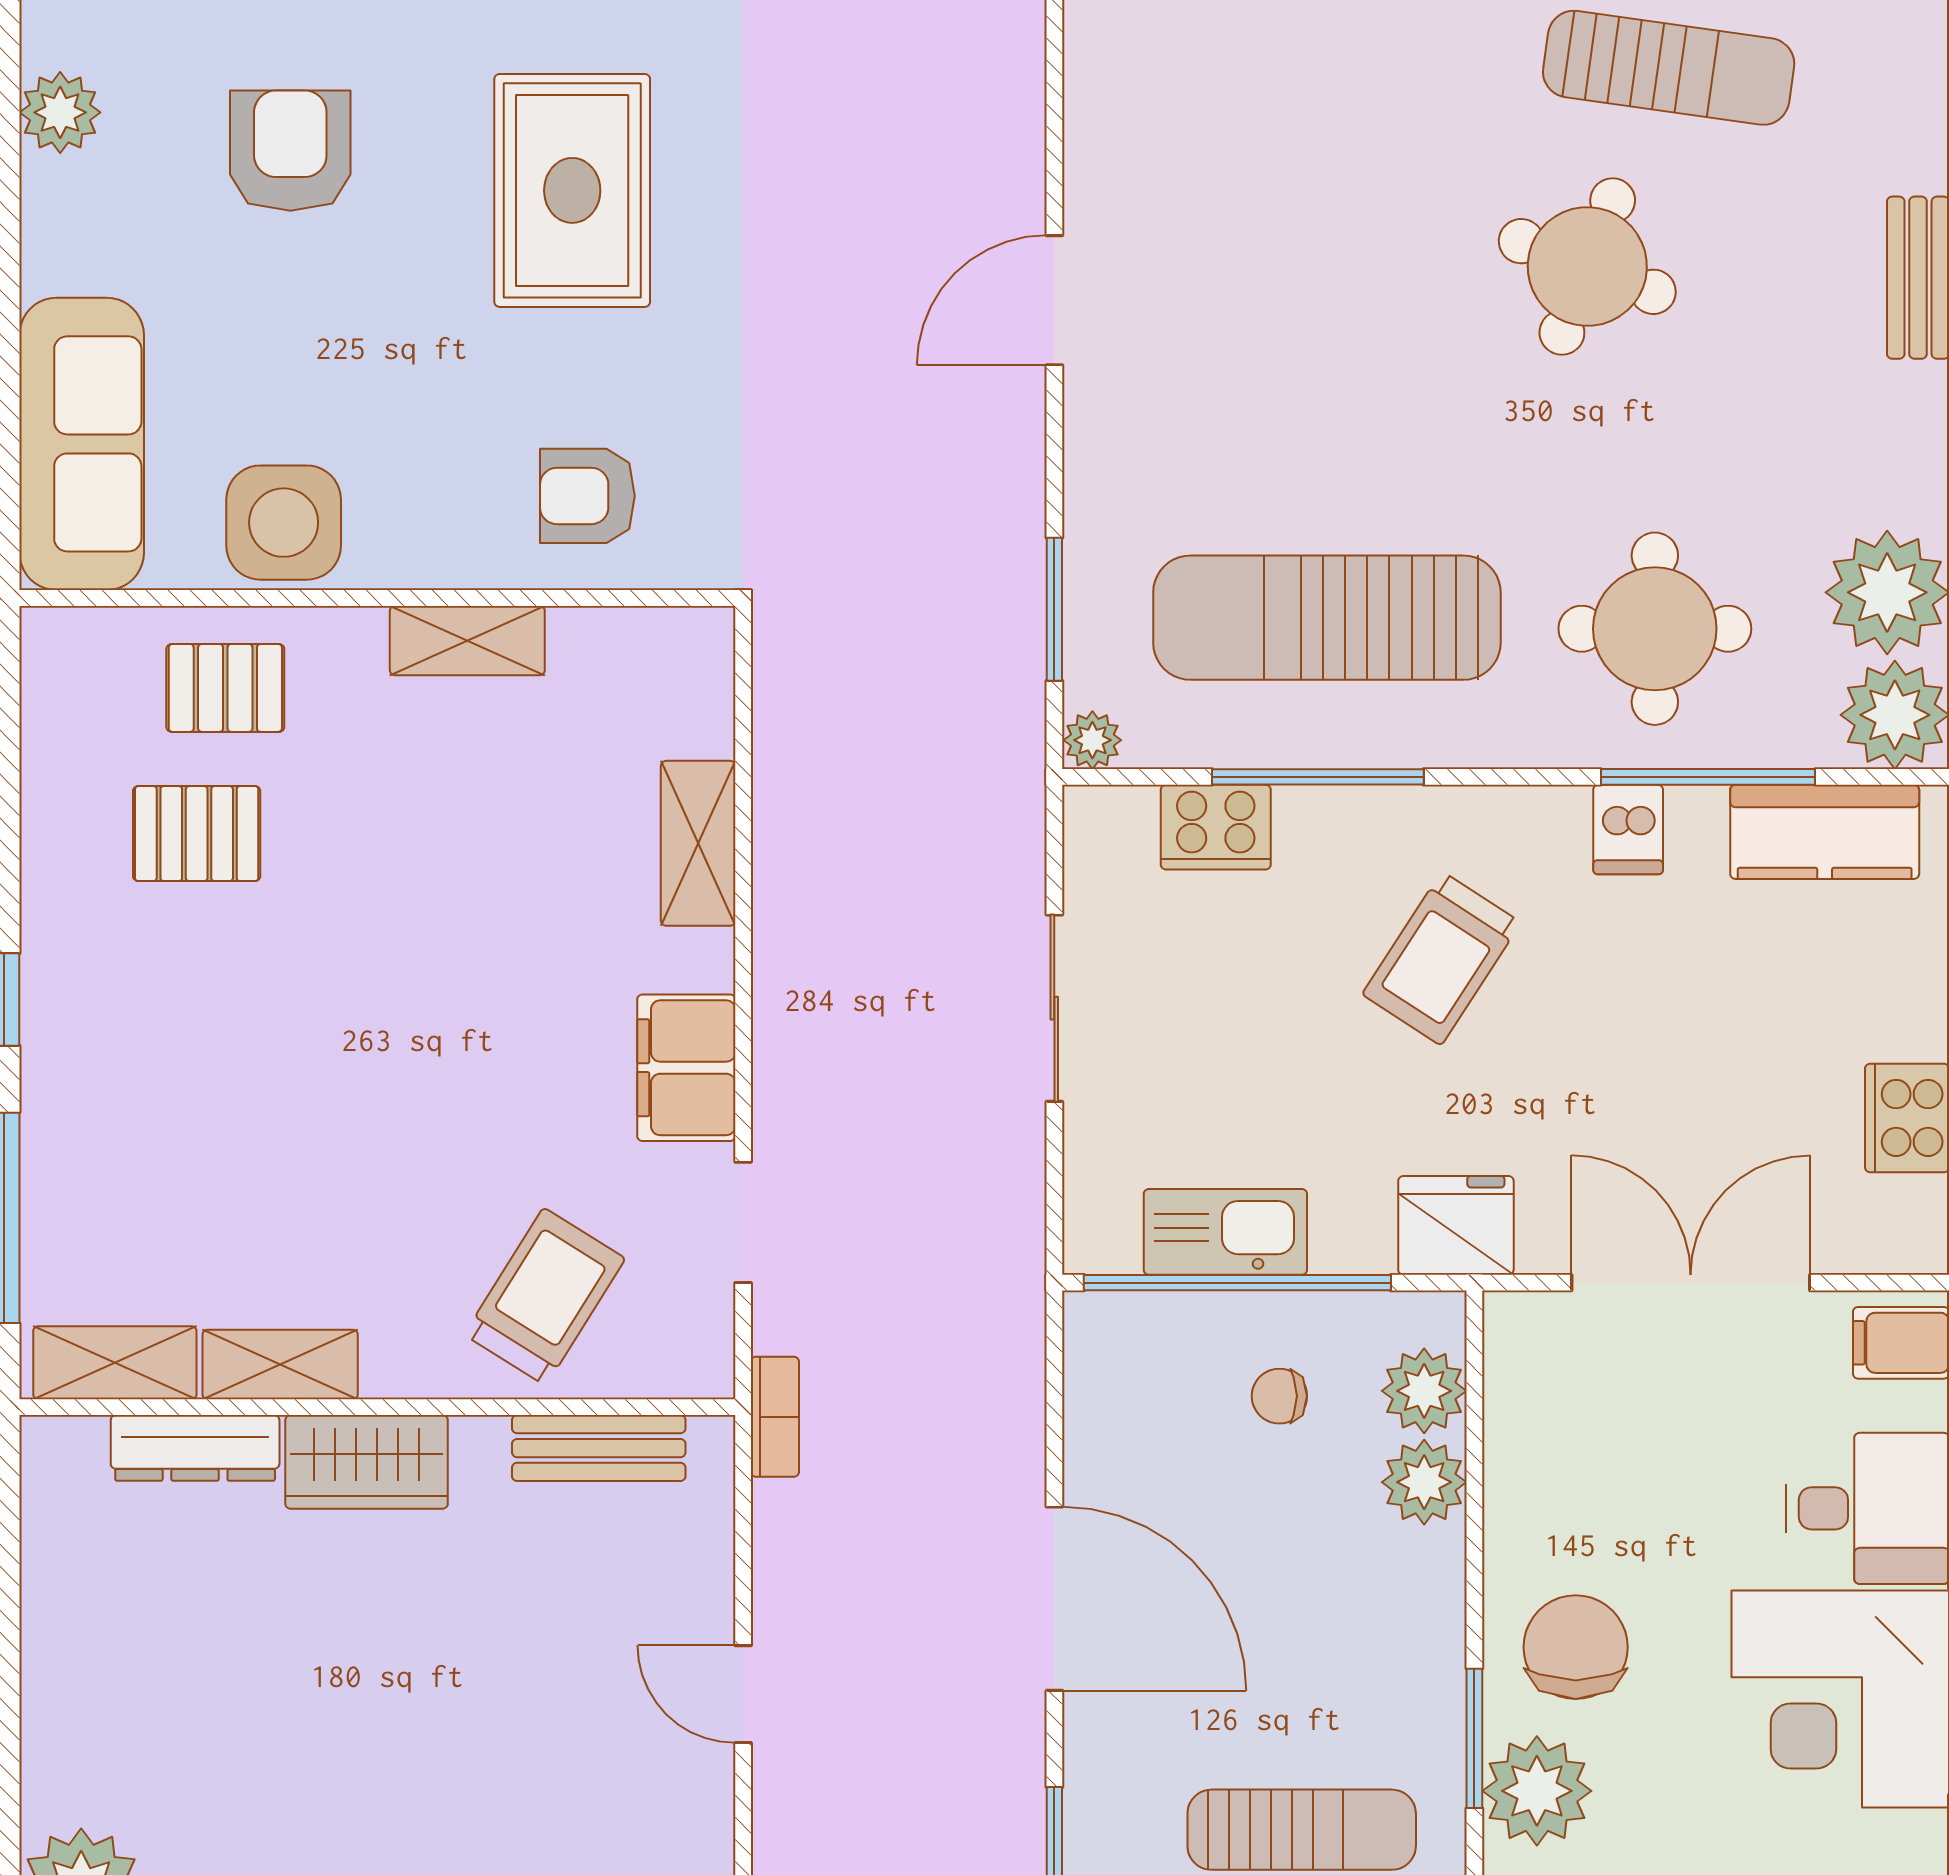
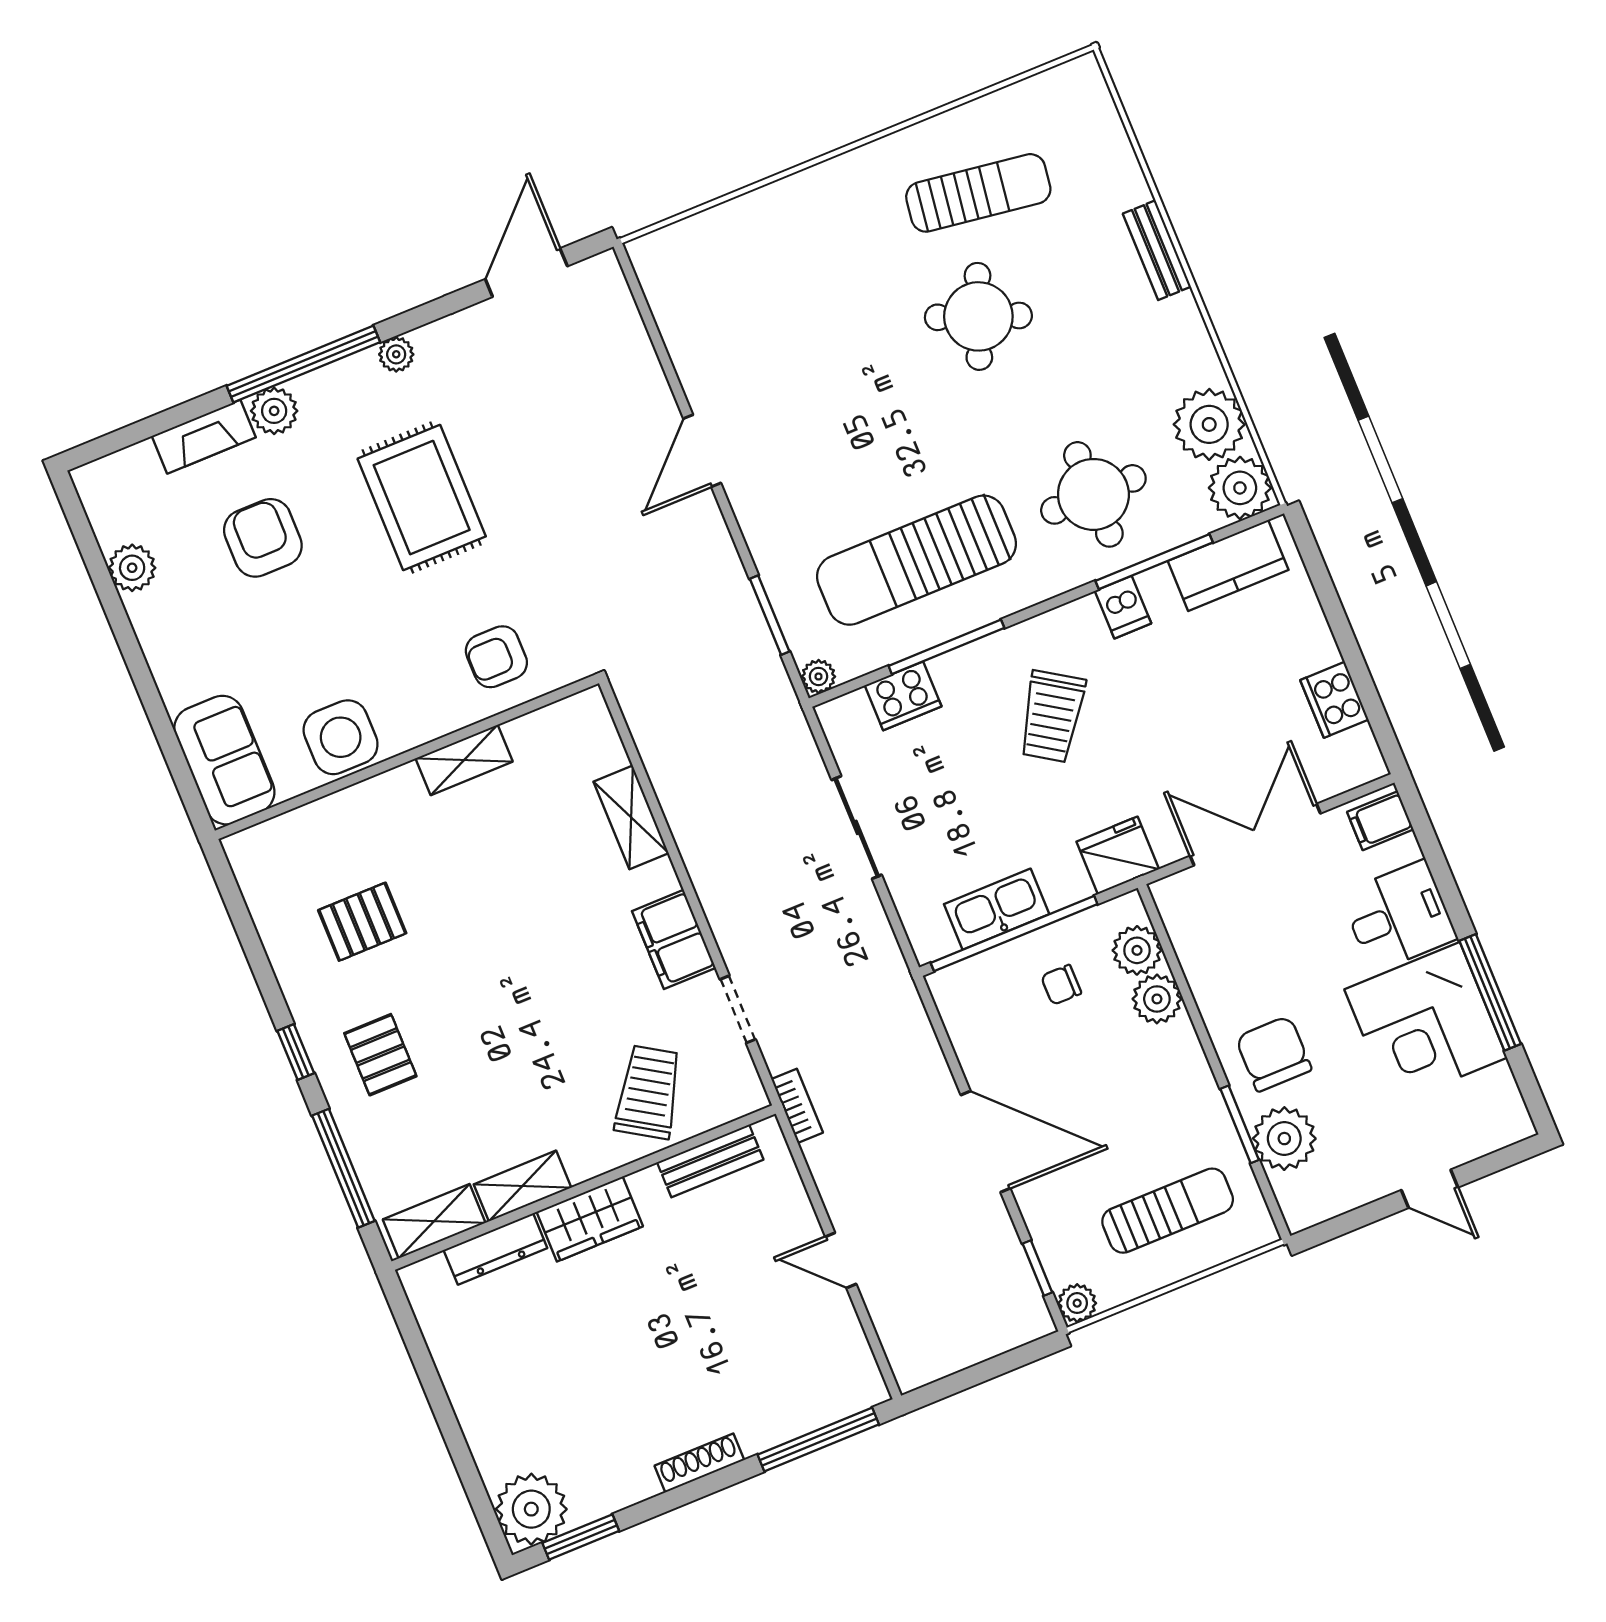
sofa: (82, 444) -> (224, 760), width x0.73
pallet: (225, 688) -> (380, 1055), moved, turned 90

